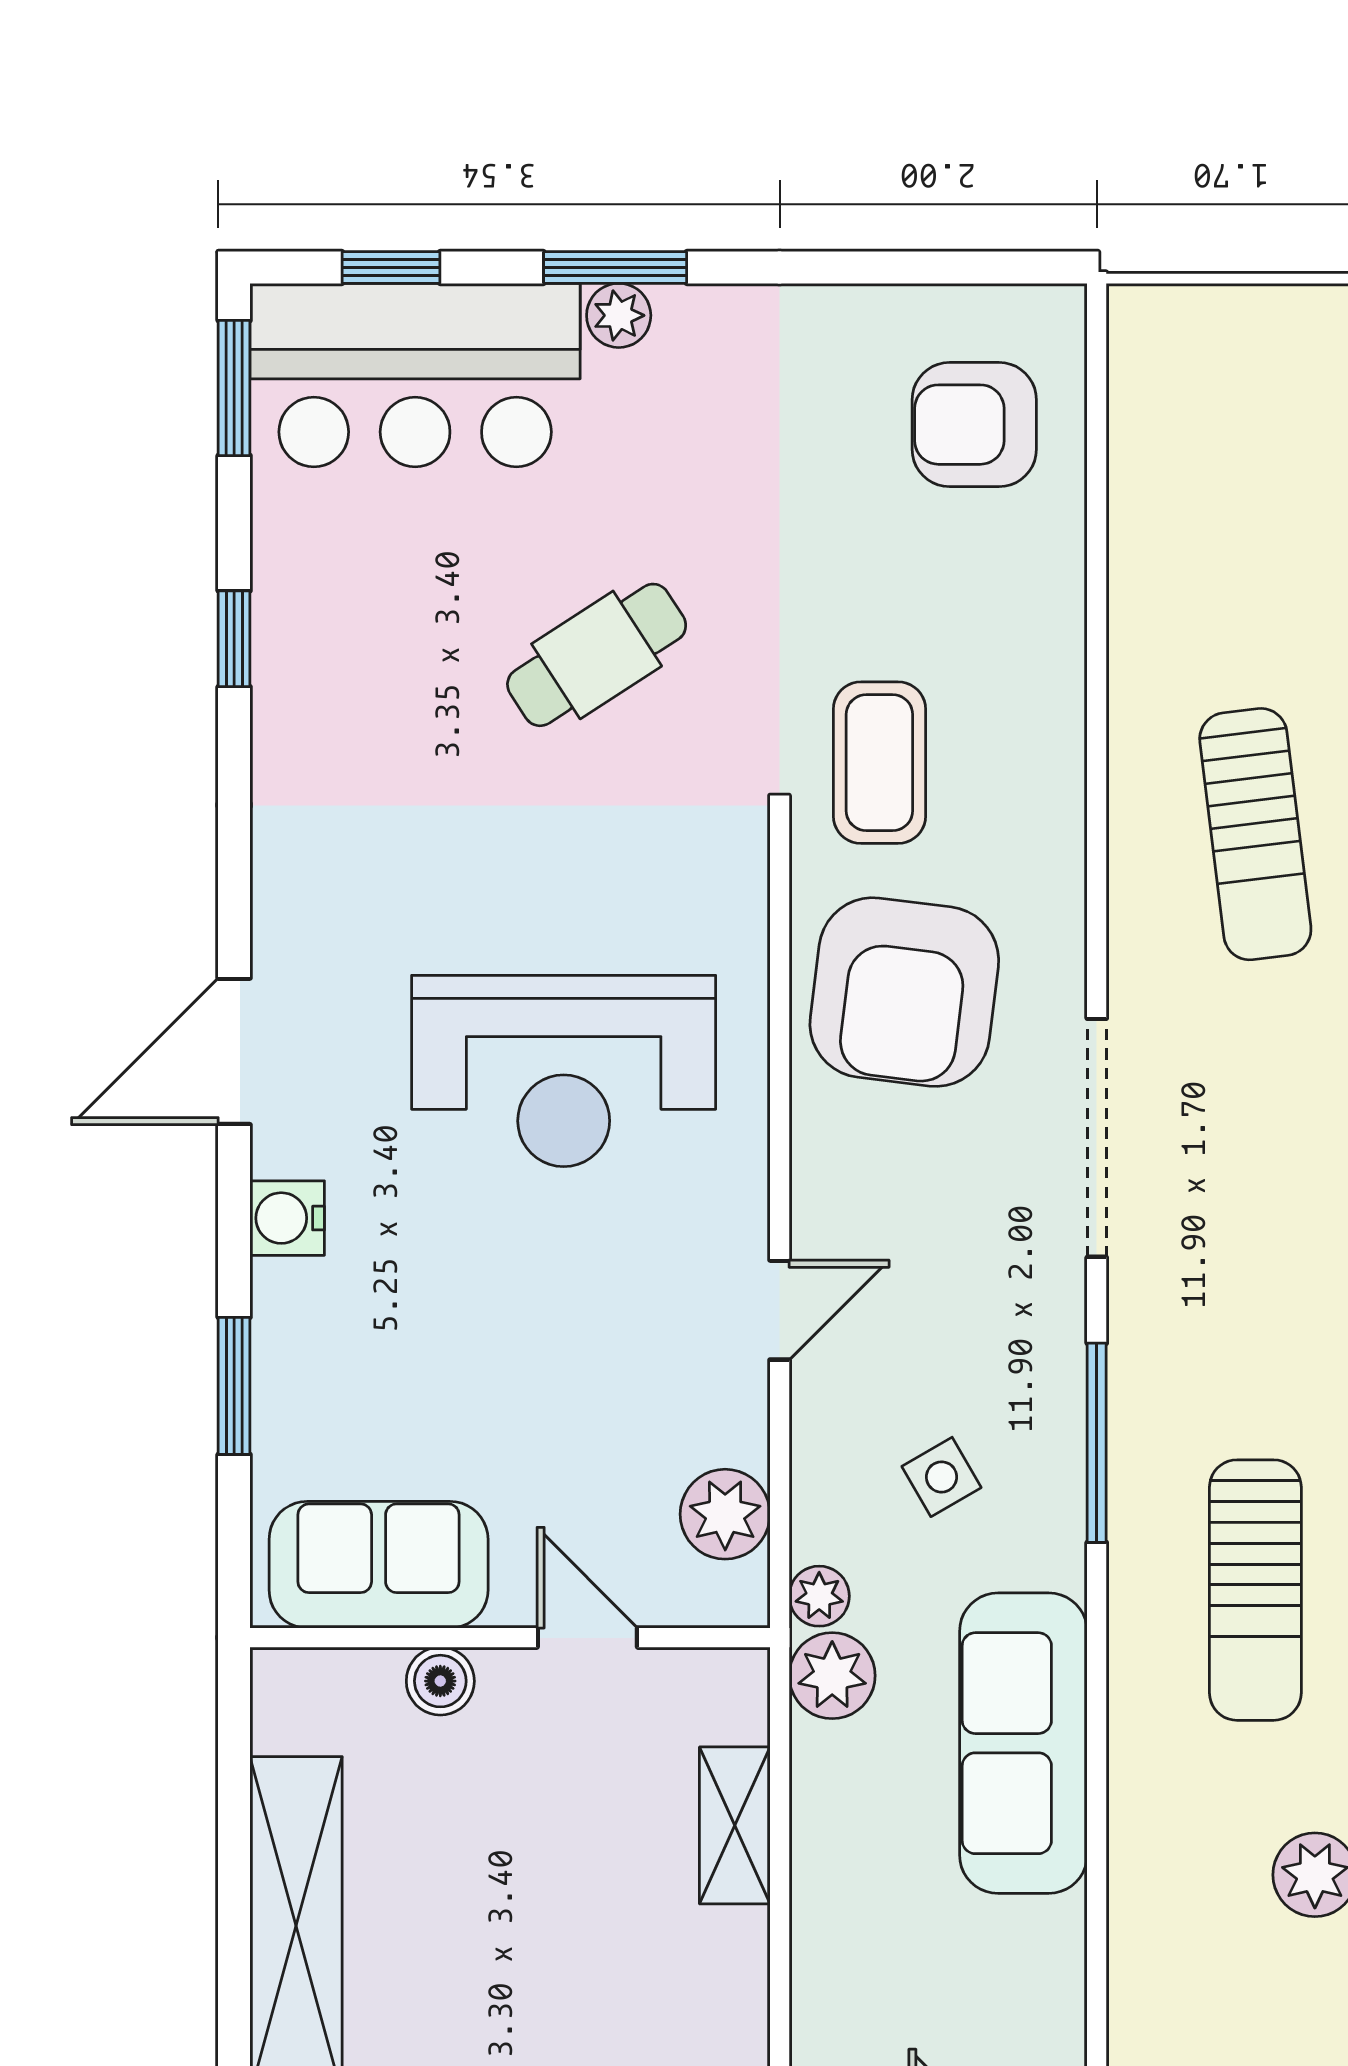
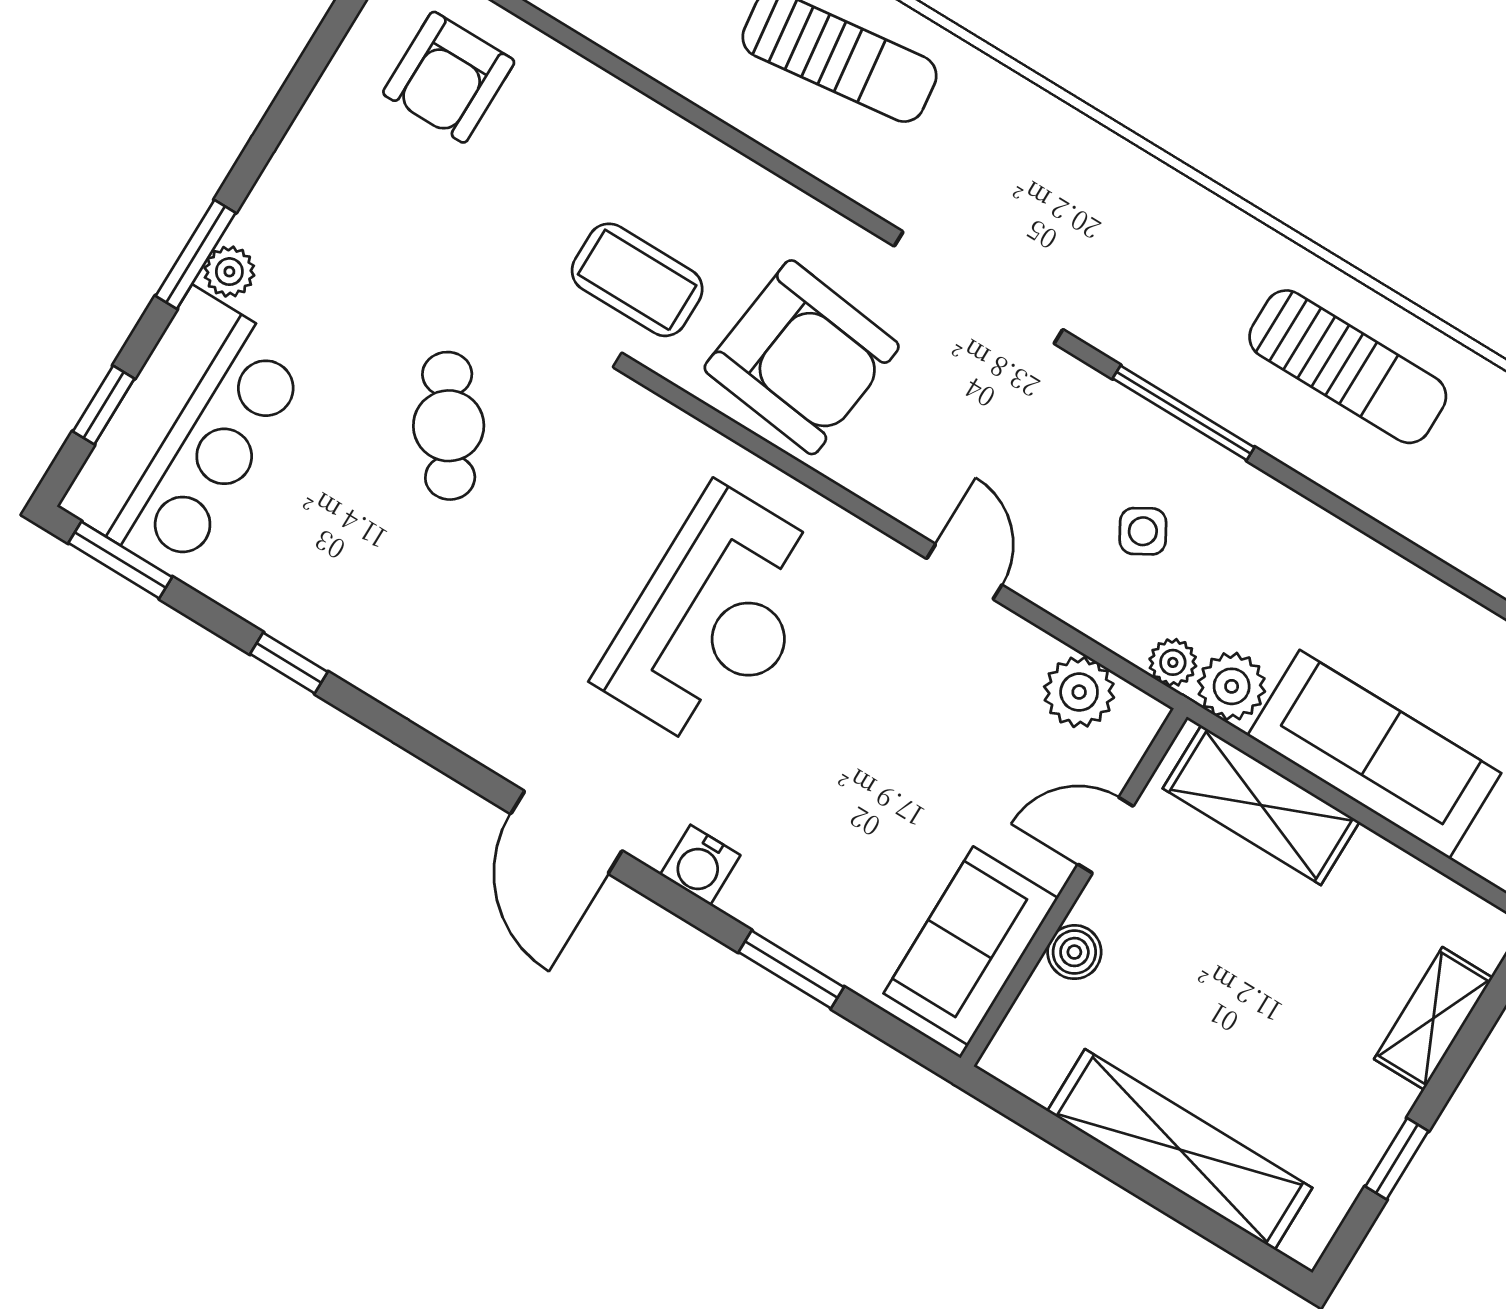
sofa: (1023, 1743) -> (1374, 754), moved, turned 180
shelving: (735, 1825) -> (1261, 805), width x1.50, depth x1.33

